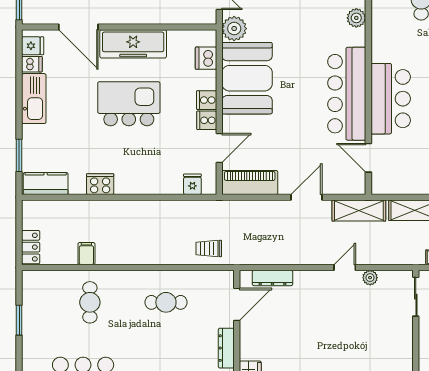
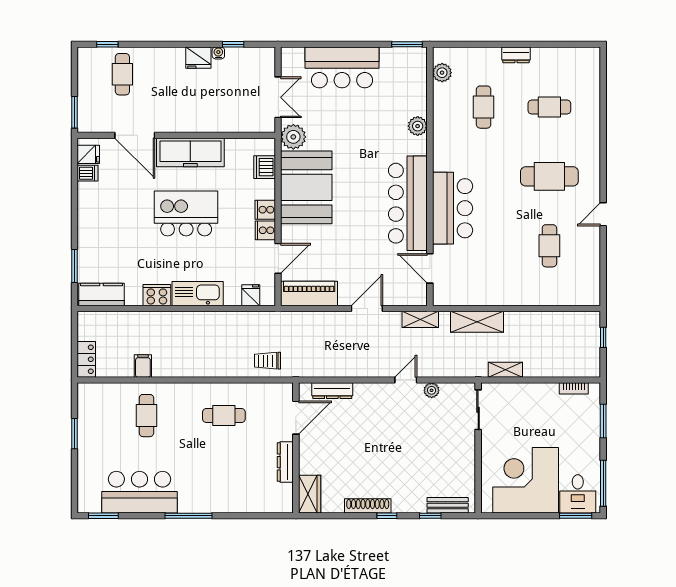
kitchen sink: (34, 99) -> (198, 294), moved, turned -90
shelving: (359, 211) -> (420, 319), width x0.67, depth x0.75

